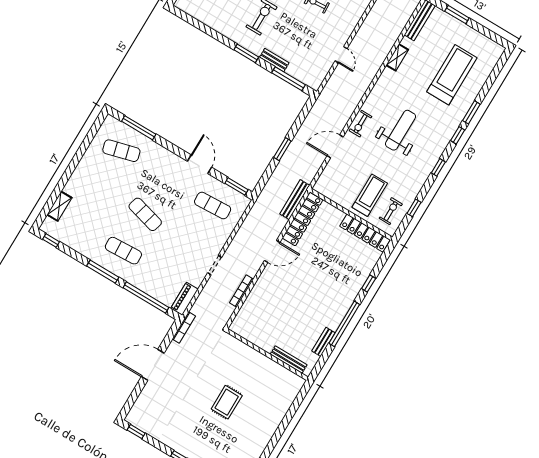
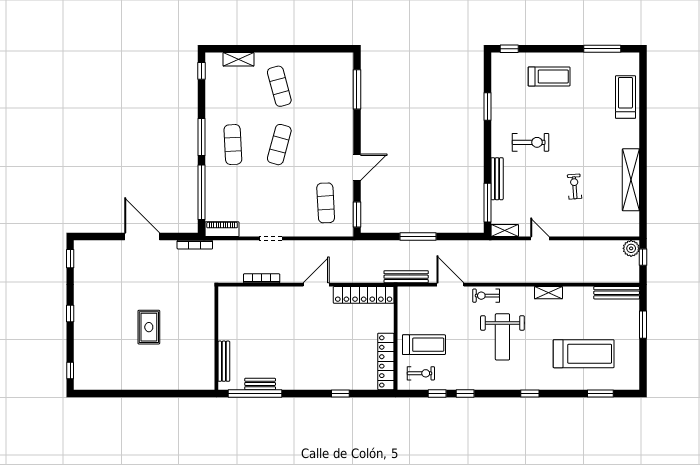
window: (246, 53) -> (488, 106), moved
door: (341, 55) -> (540, 238), swing flipped
shelving: (397, 57) -> (548, 293), moved
bench: (274, 60) -> (497, 179), width x1.36
shelving: (318, 78) -> (505, 231), added
window: (471, 112) -> (600, 393), moved
weight bench: (401, 130) -> (502, 337), turned 90
window: (282, 149) -> (418, 237), width x1.44
exercise mat: (121, 151) -> (279, 86), moved
window: (438, 167) -> (465, 393), moved
bench: (295, 200) -> (406, 277), moved
door: (272, 251) -> (316, 285), swing flipped
window: (344, 324) -> (255, 393), moved
rug: (227, 402) -> (149, 327), turned 90

